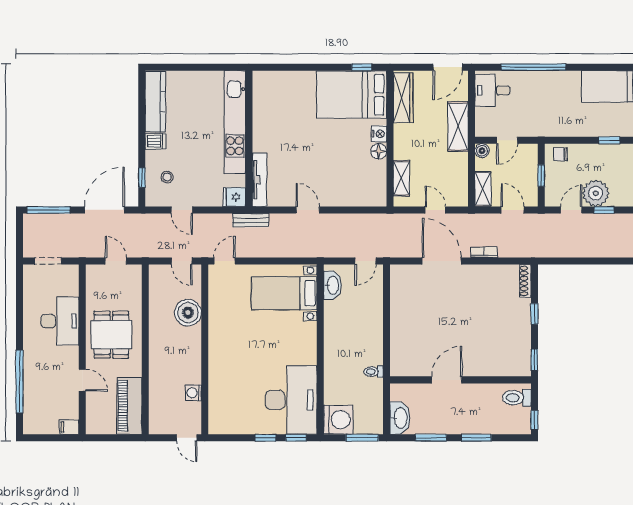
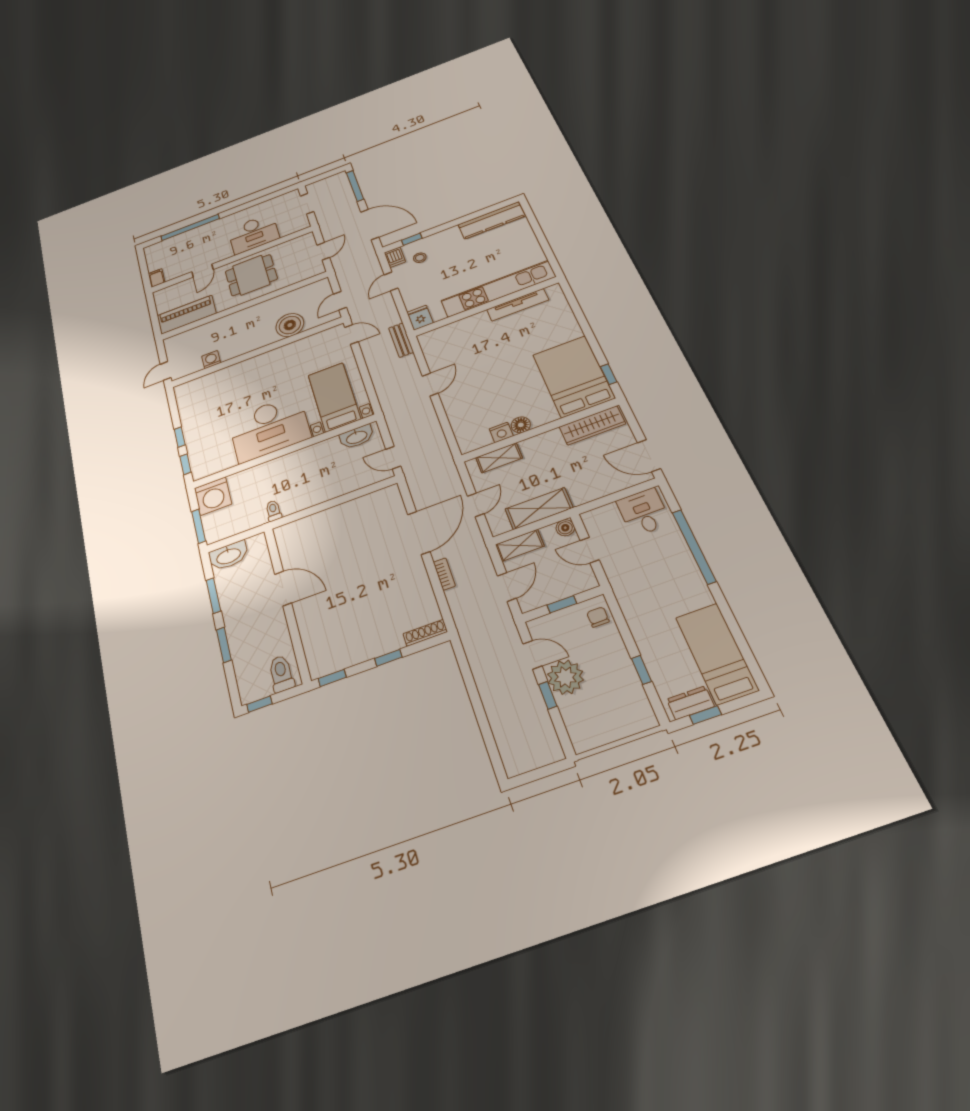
shelving: (458, 126) -> (539, 508), moved
nightstand: (379, 134) -> (501, 432), moved
dishwasher: (155, 141) -> (395, 257), moved
tv unit: (260, 180) -> (518, 305), moved
desk: (291, 400) -> (269, 428), moved

